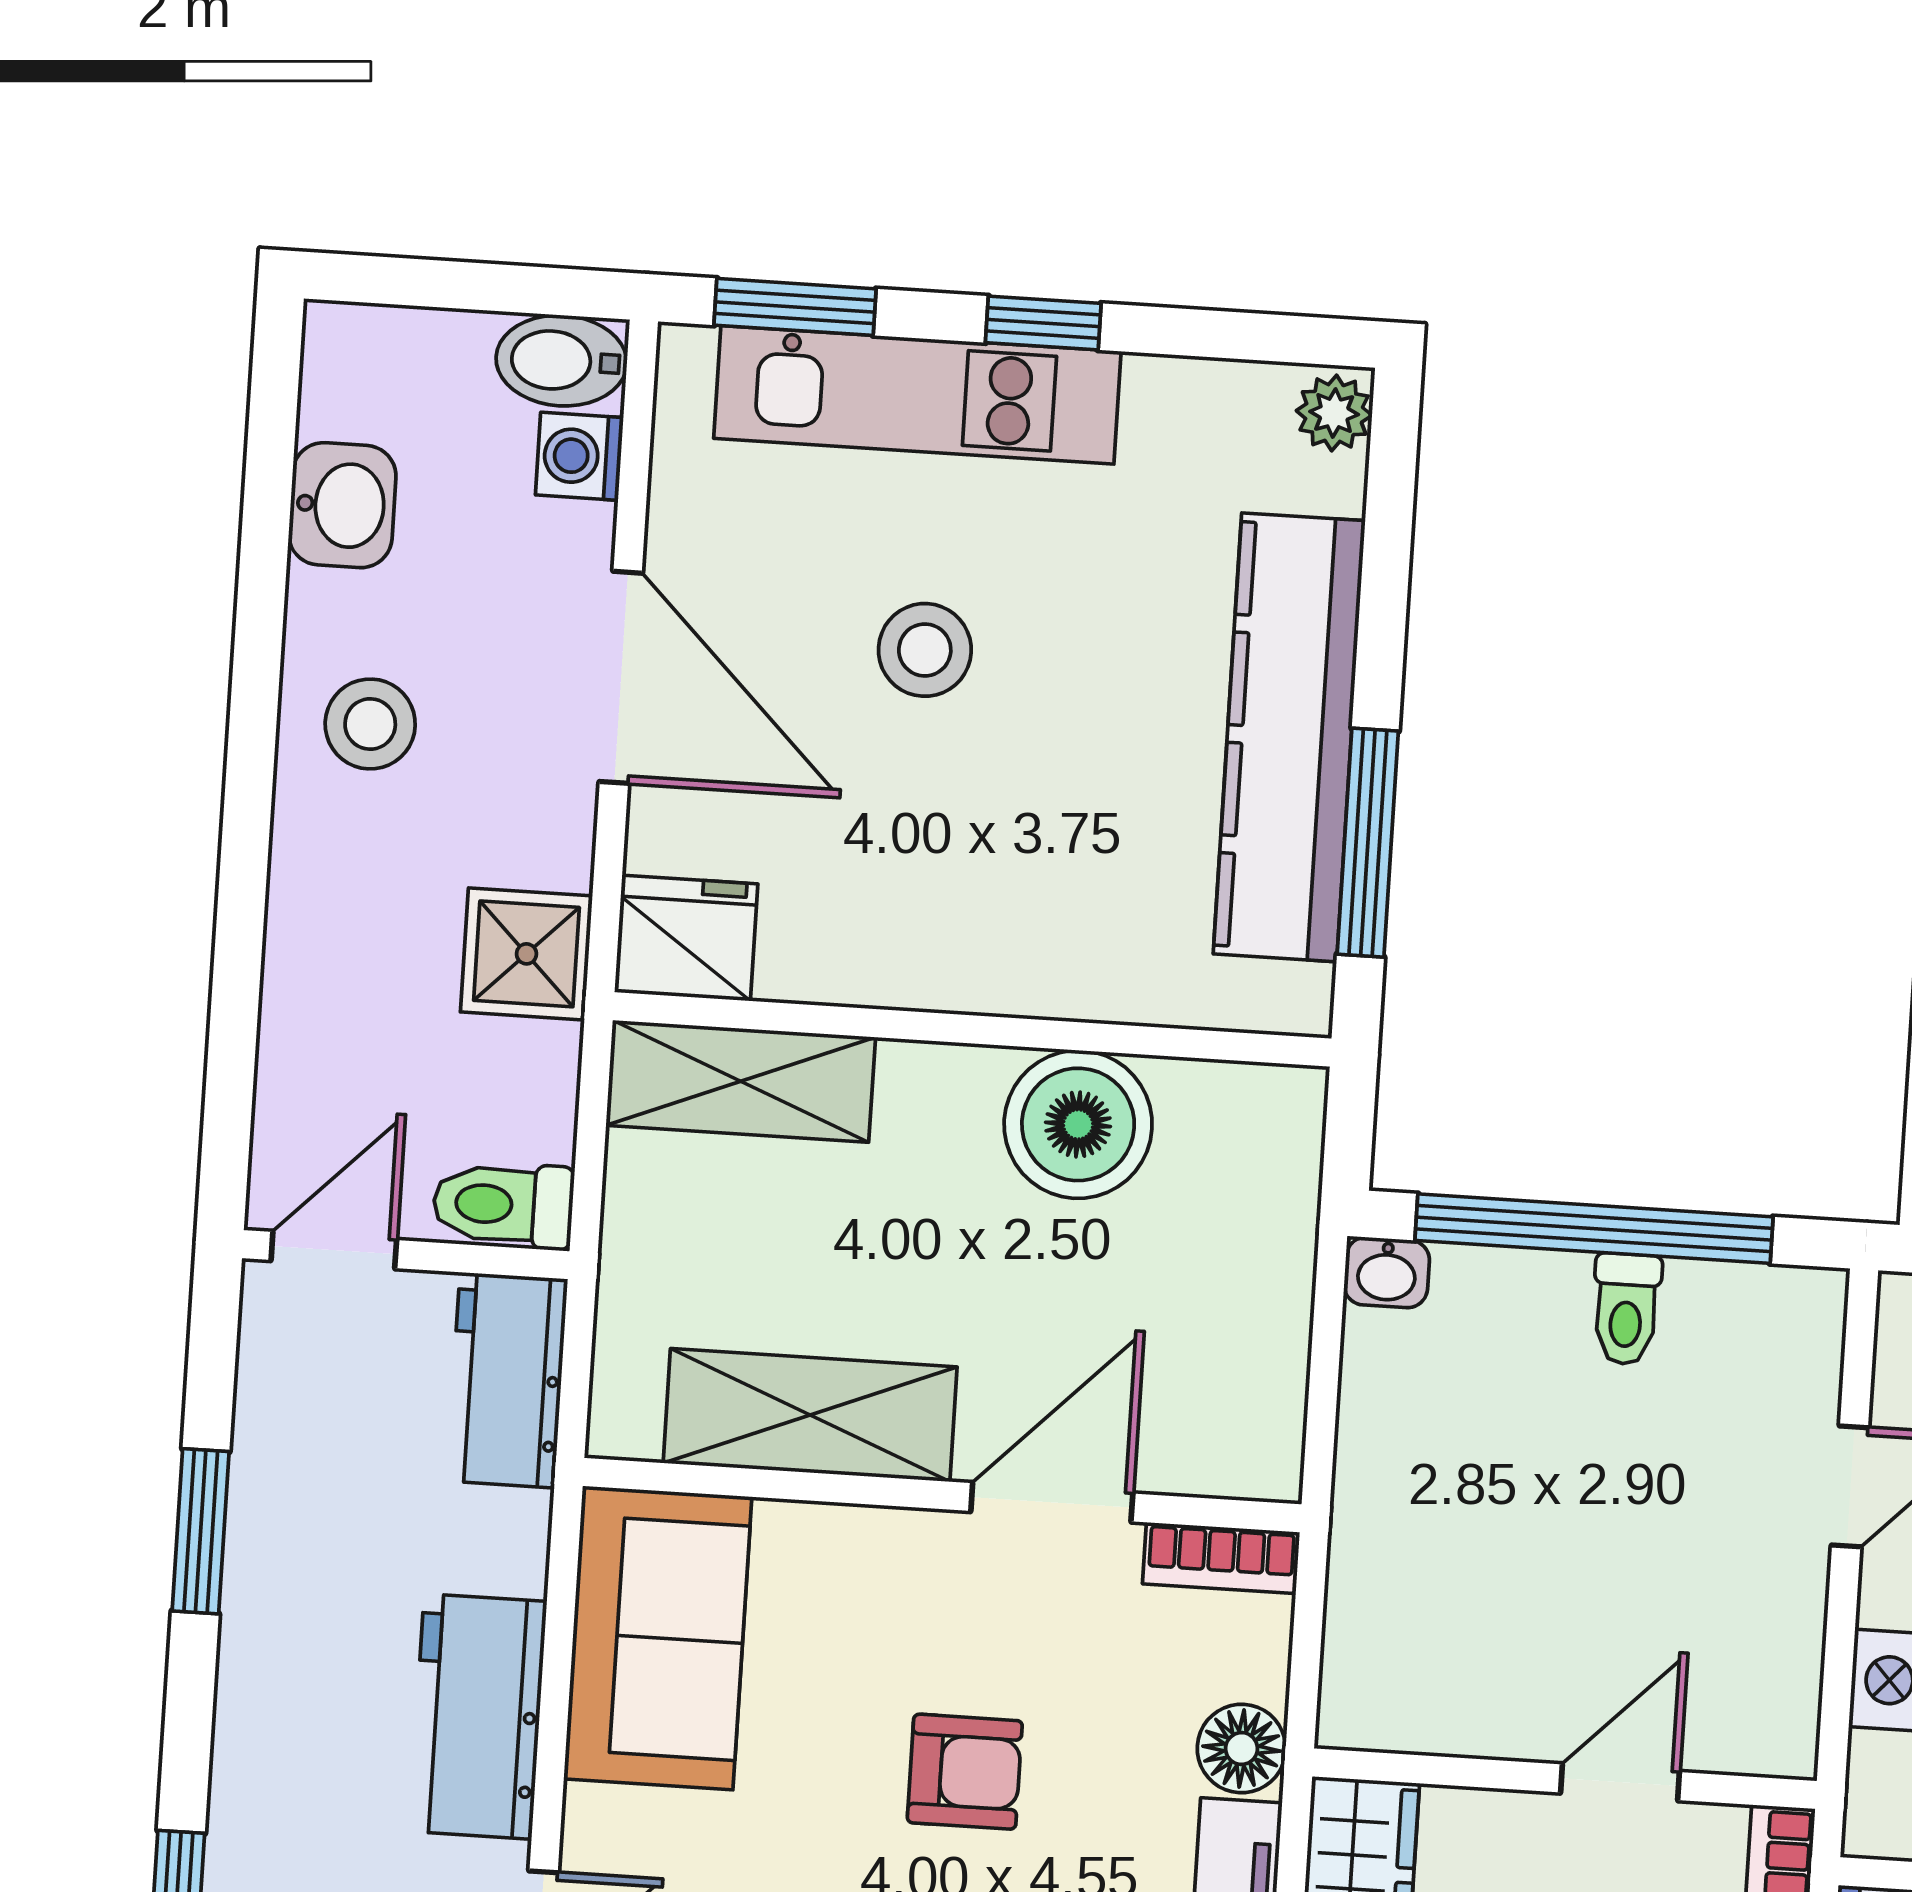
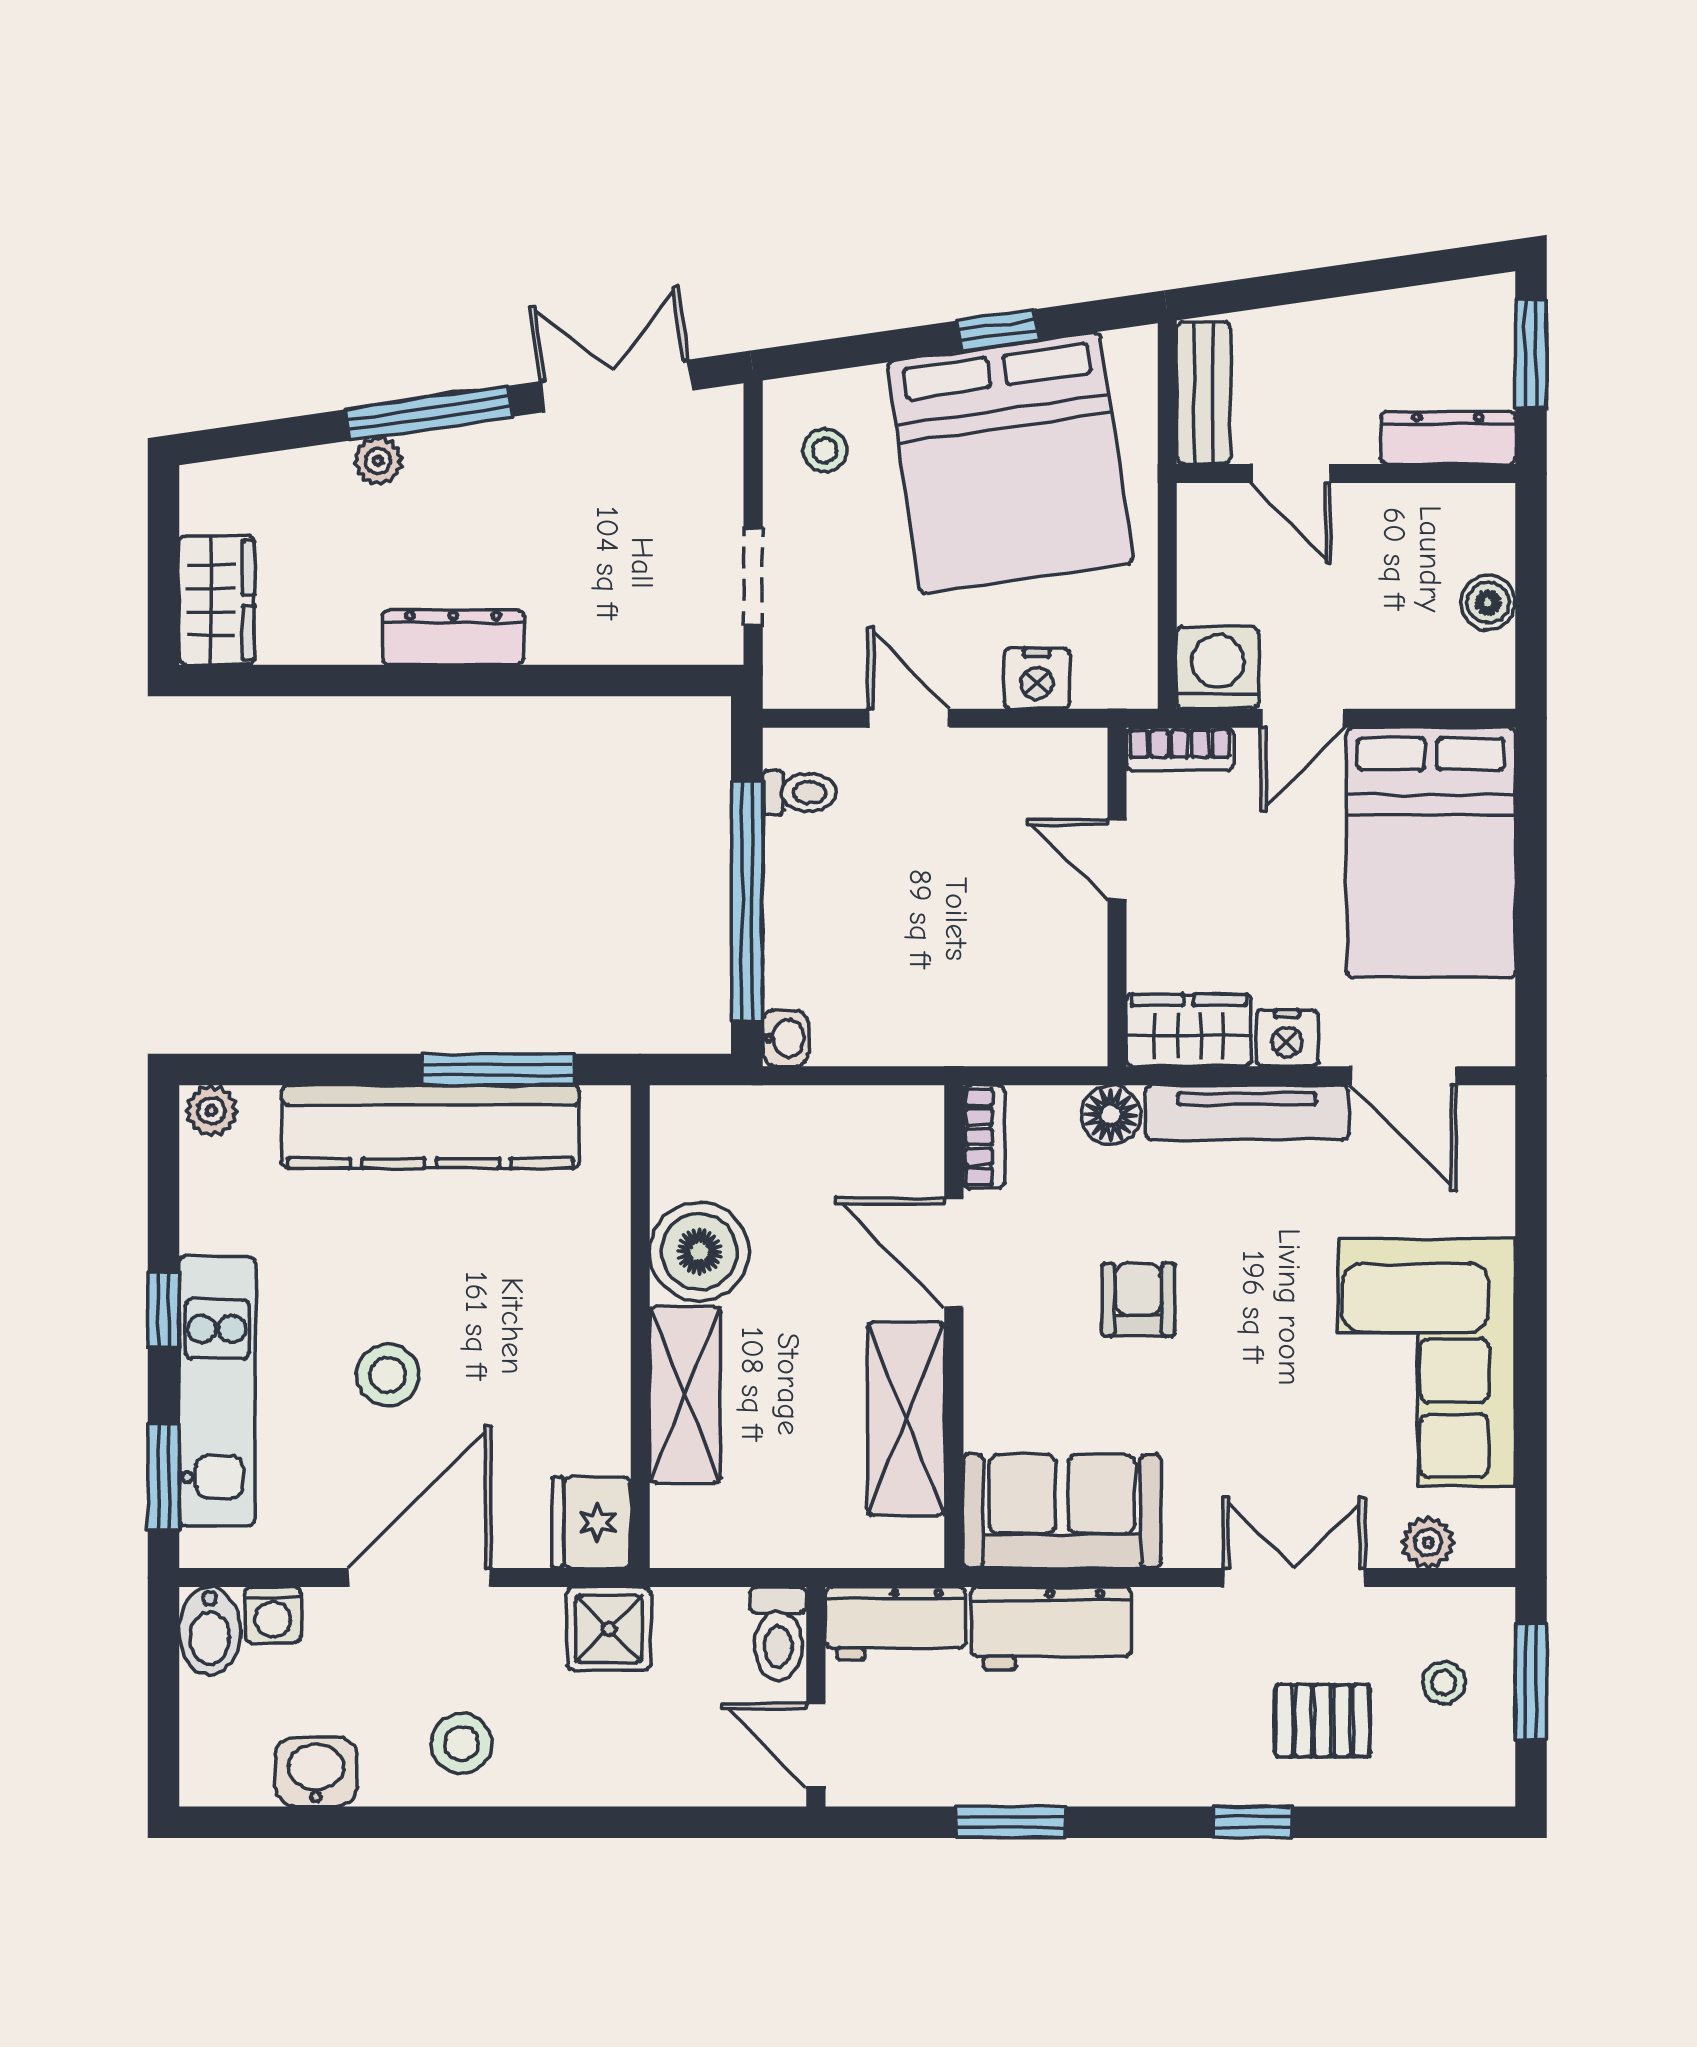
shelving: (741, 1081) -> (685, 1395), moved
toilet: (1626, 1309) -> (799, 793), moved
workbench: (478, 1716) -> (1051, 1628), moved

